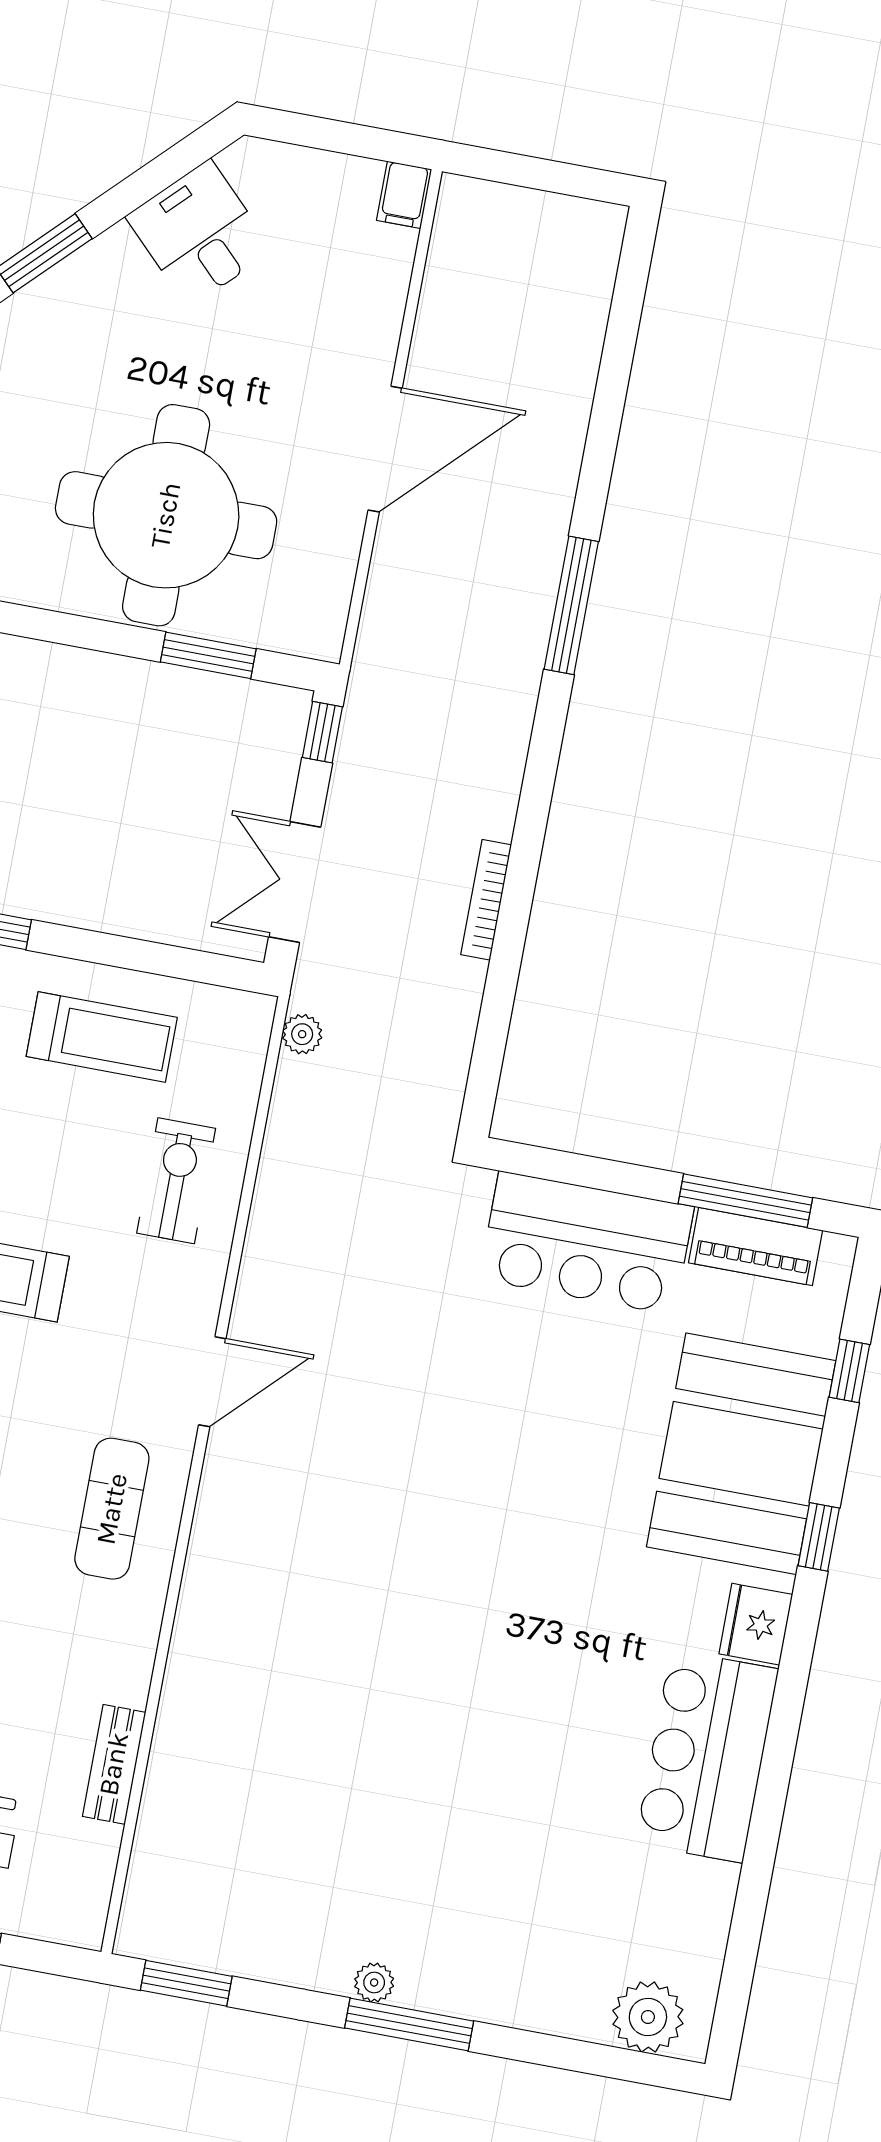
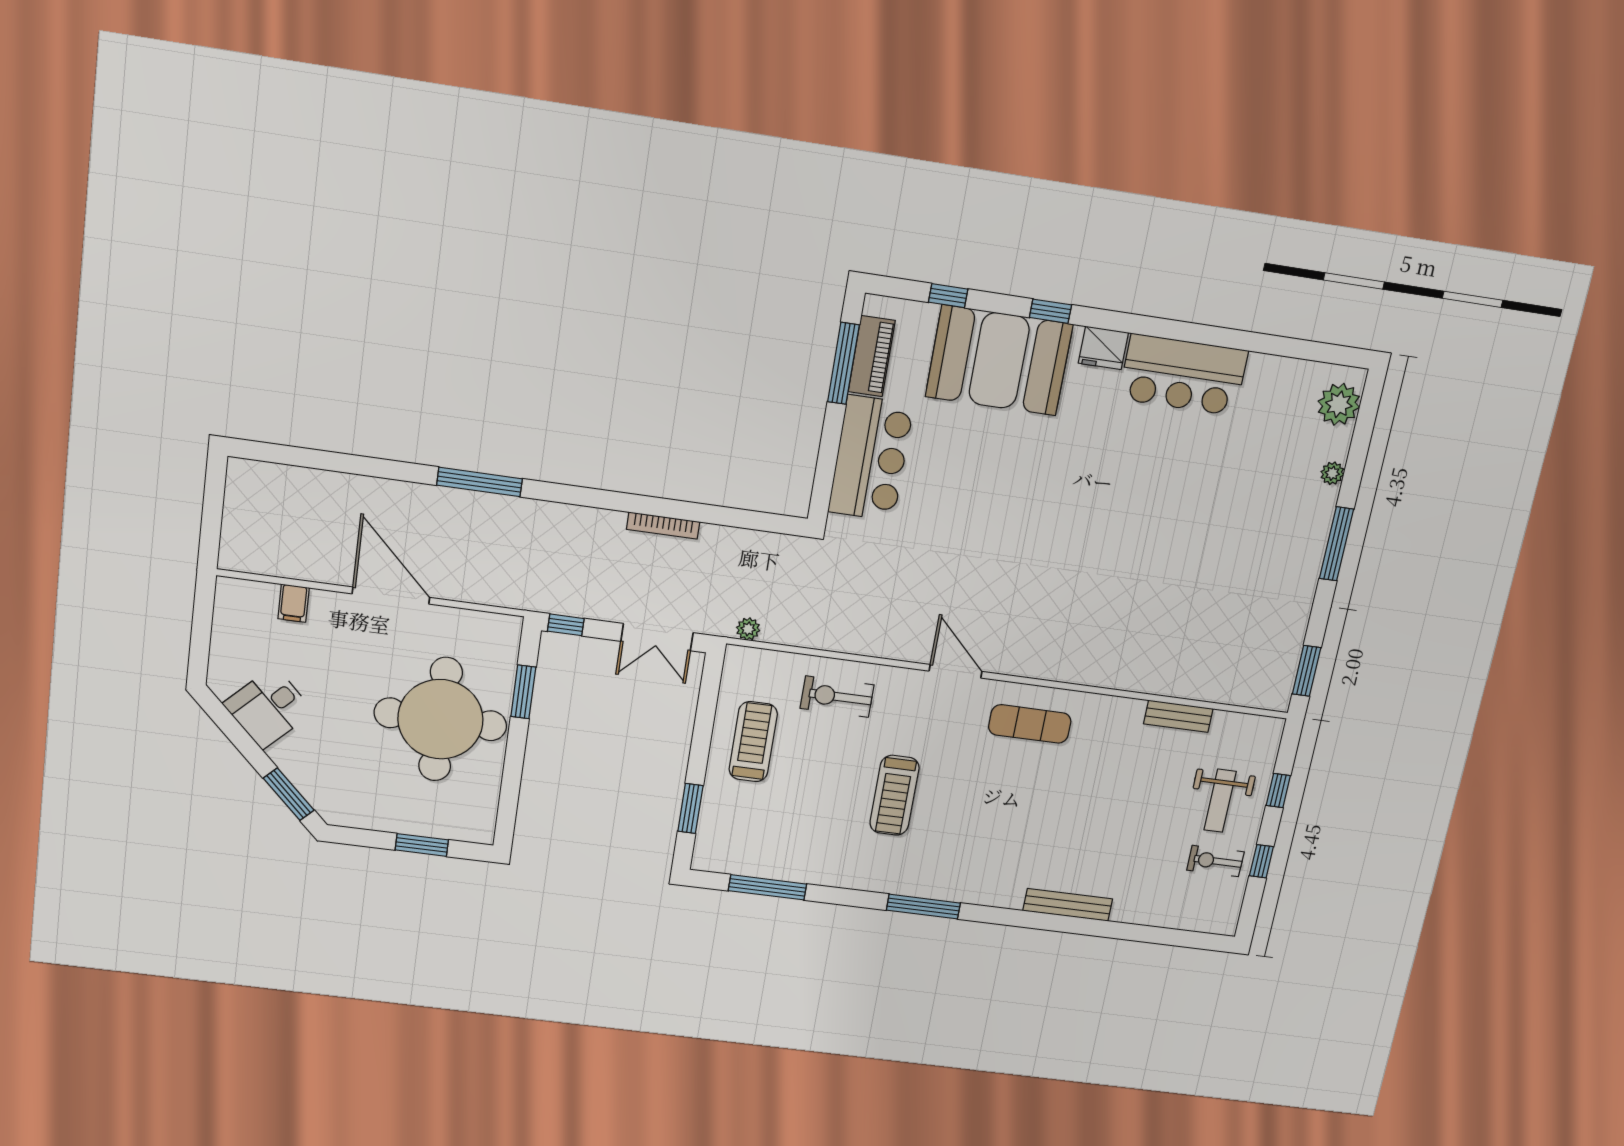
filing cabinet: (404, 195) -> (294, 603), moved, turned 90
plant: (374, 1983) -> (1332, 473), moved

